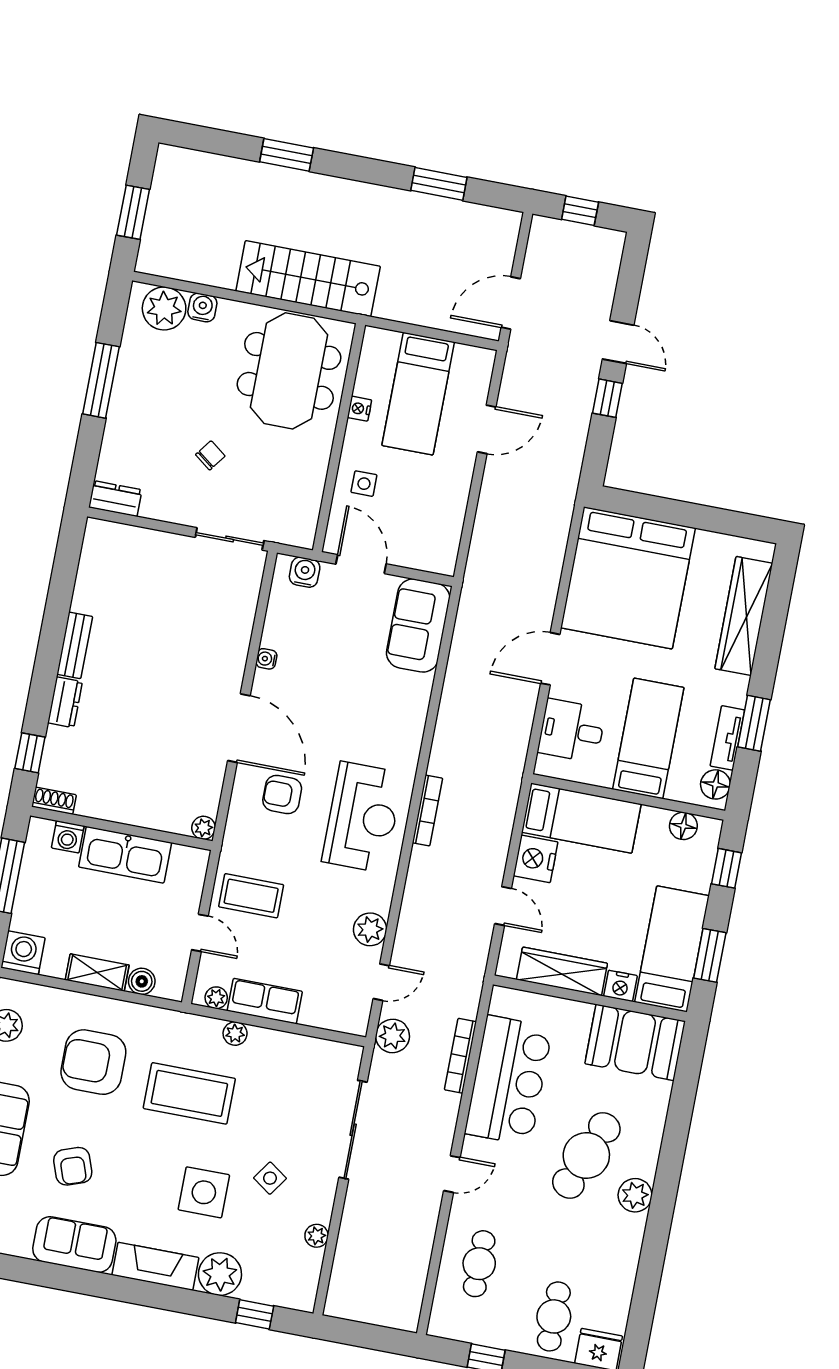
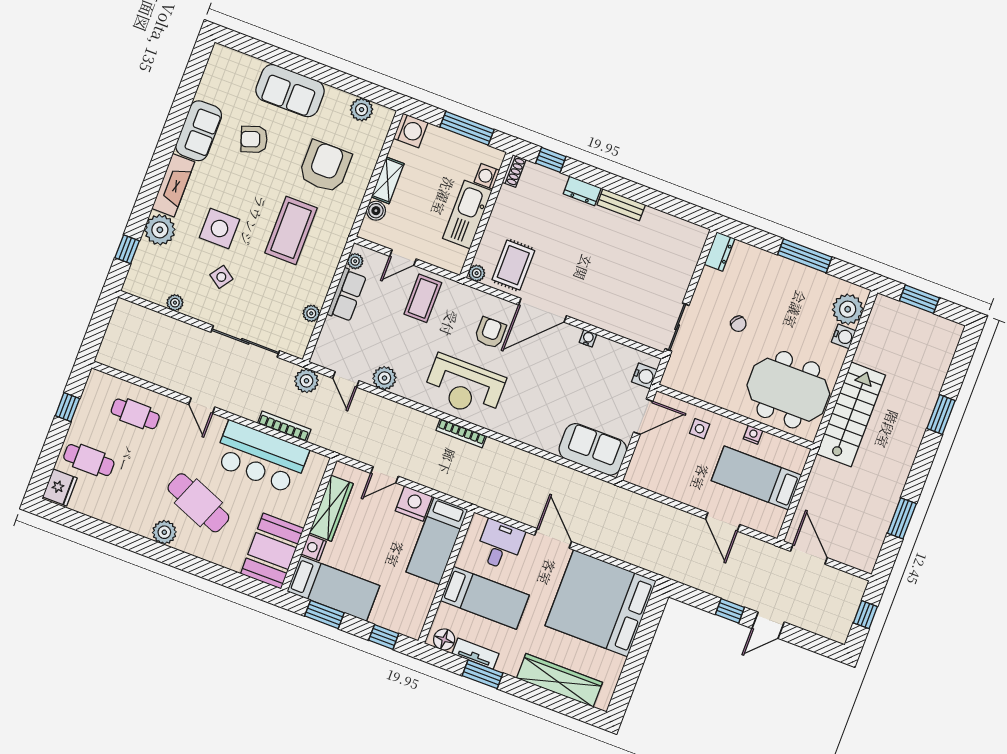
rug: (184, 779) -> (513, 265), added
floor lamp: (683, 826) -> (419, 612), removed
plant: (235, 1034) -> (311, 313), moved

